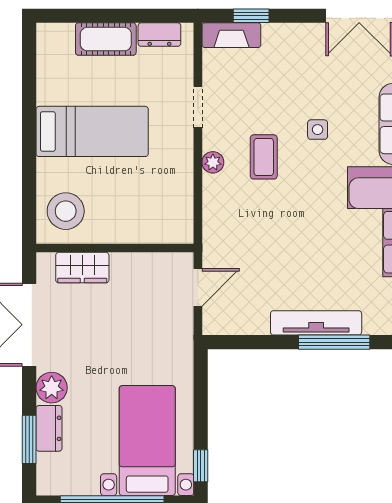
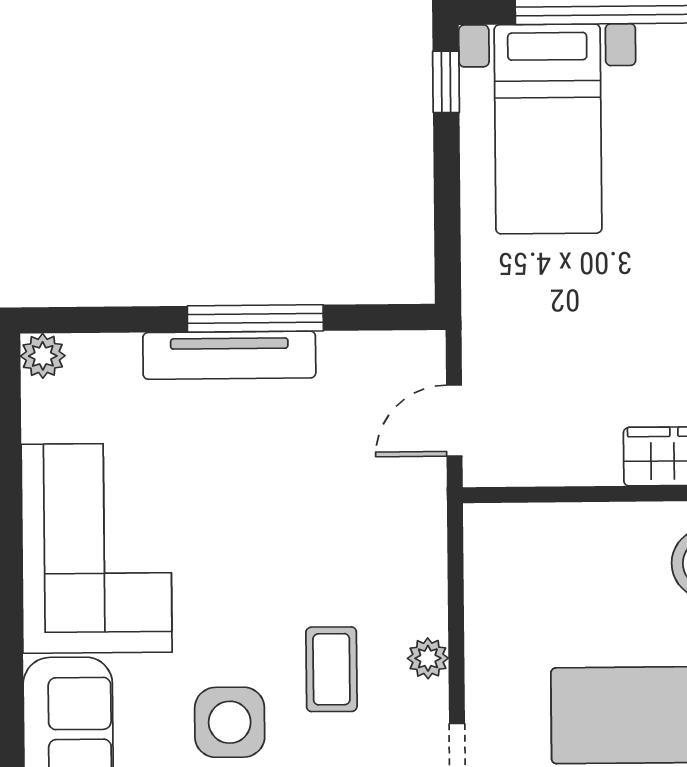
side table: (318, 130) -> (230, 722), width x1.87, depth x1.87
window: (334, 342) -> (255, 318), moved

